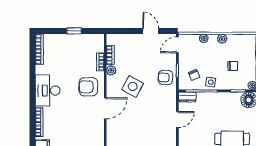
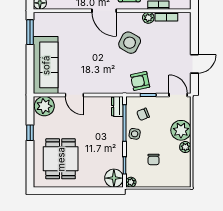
plant: (204, 38) -> (181, 130), width x1.87, depth x1.87
armchair: (165, 78) -> (140, 81), turned -105
door: (177, 120) -> (74, 95), moved

